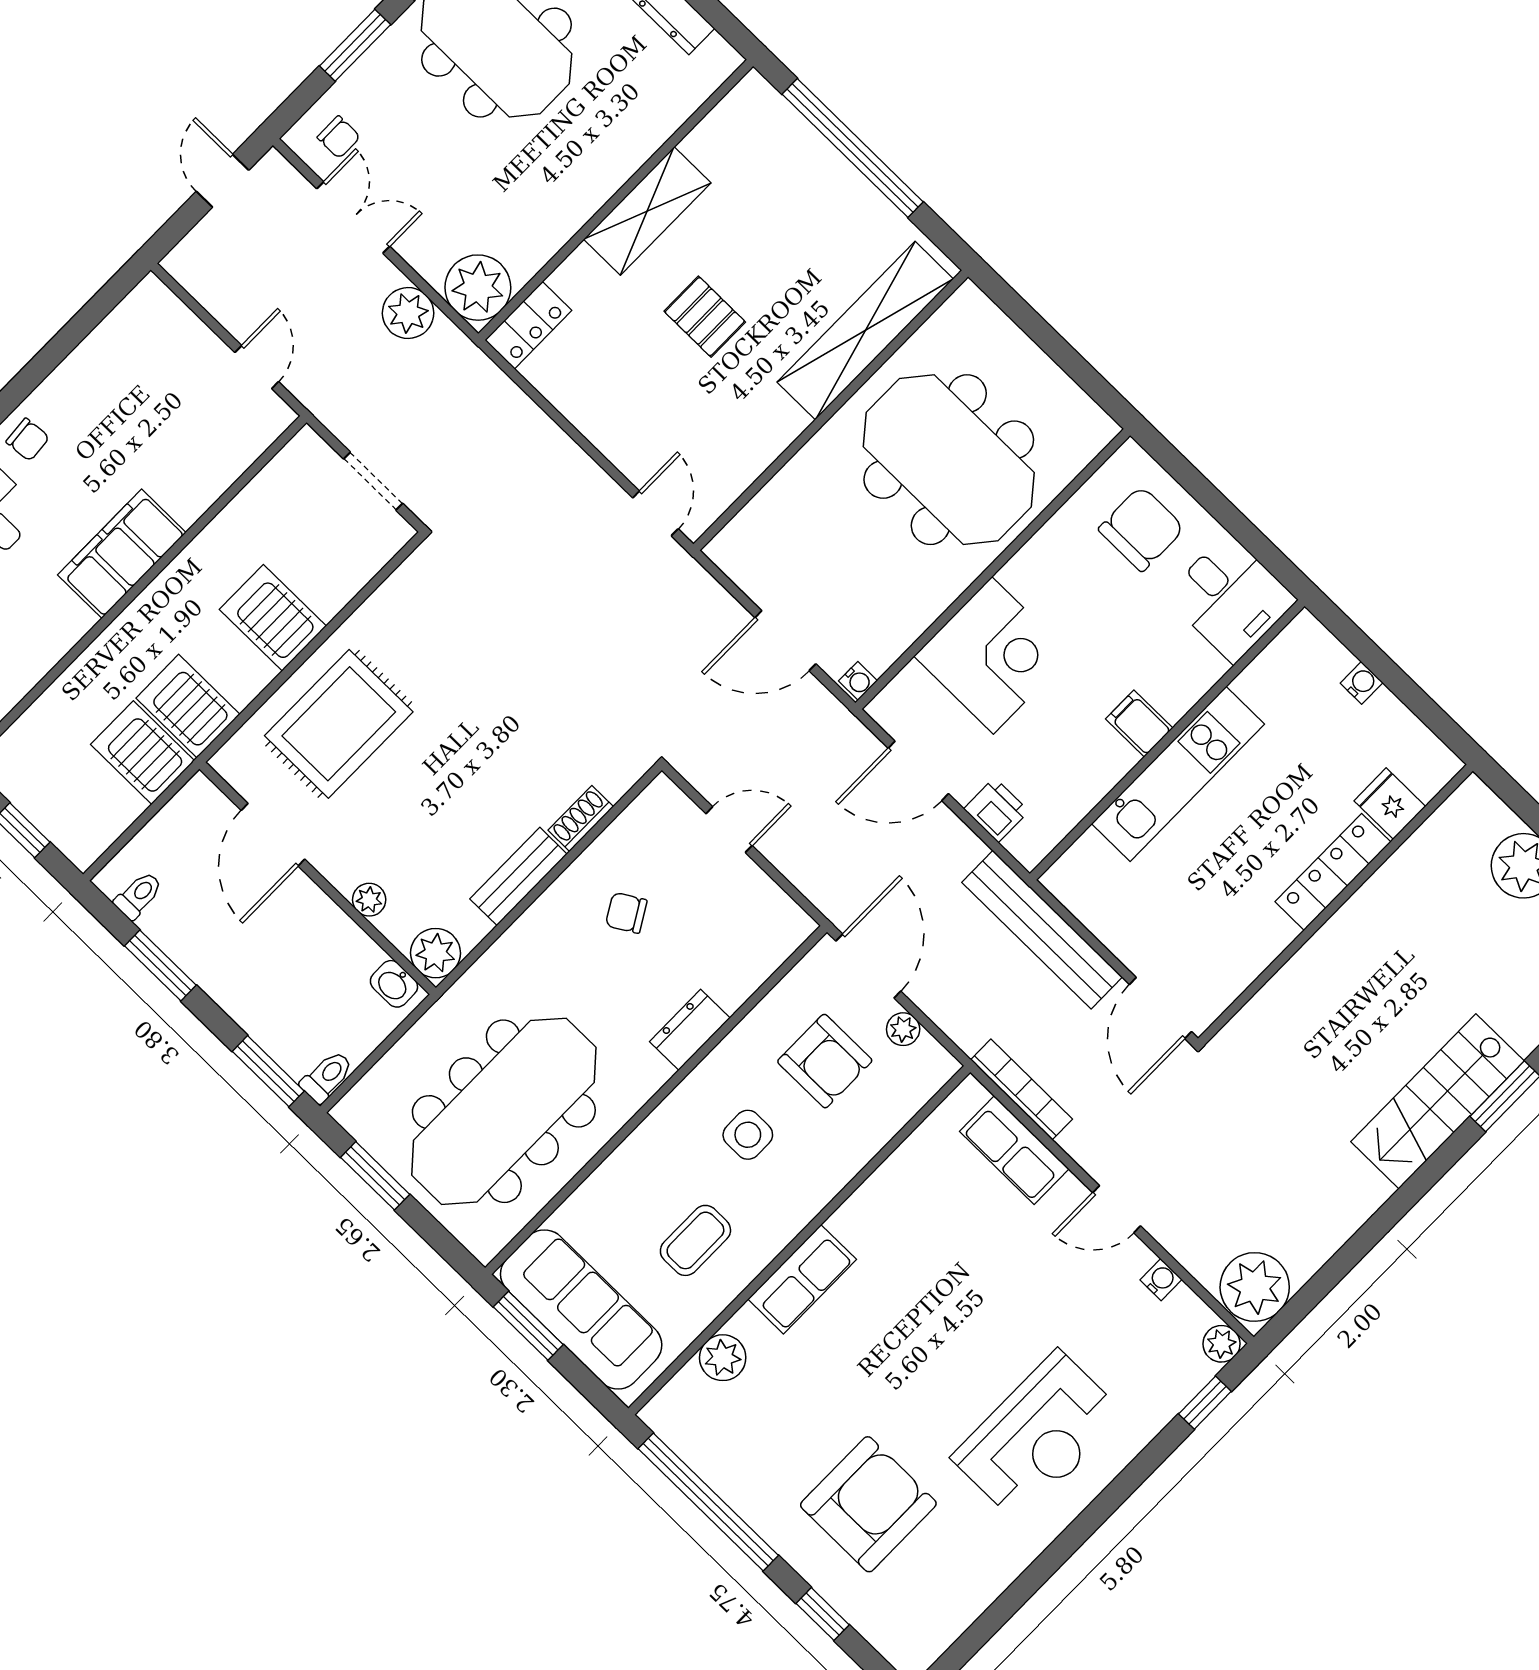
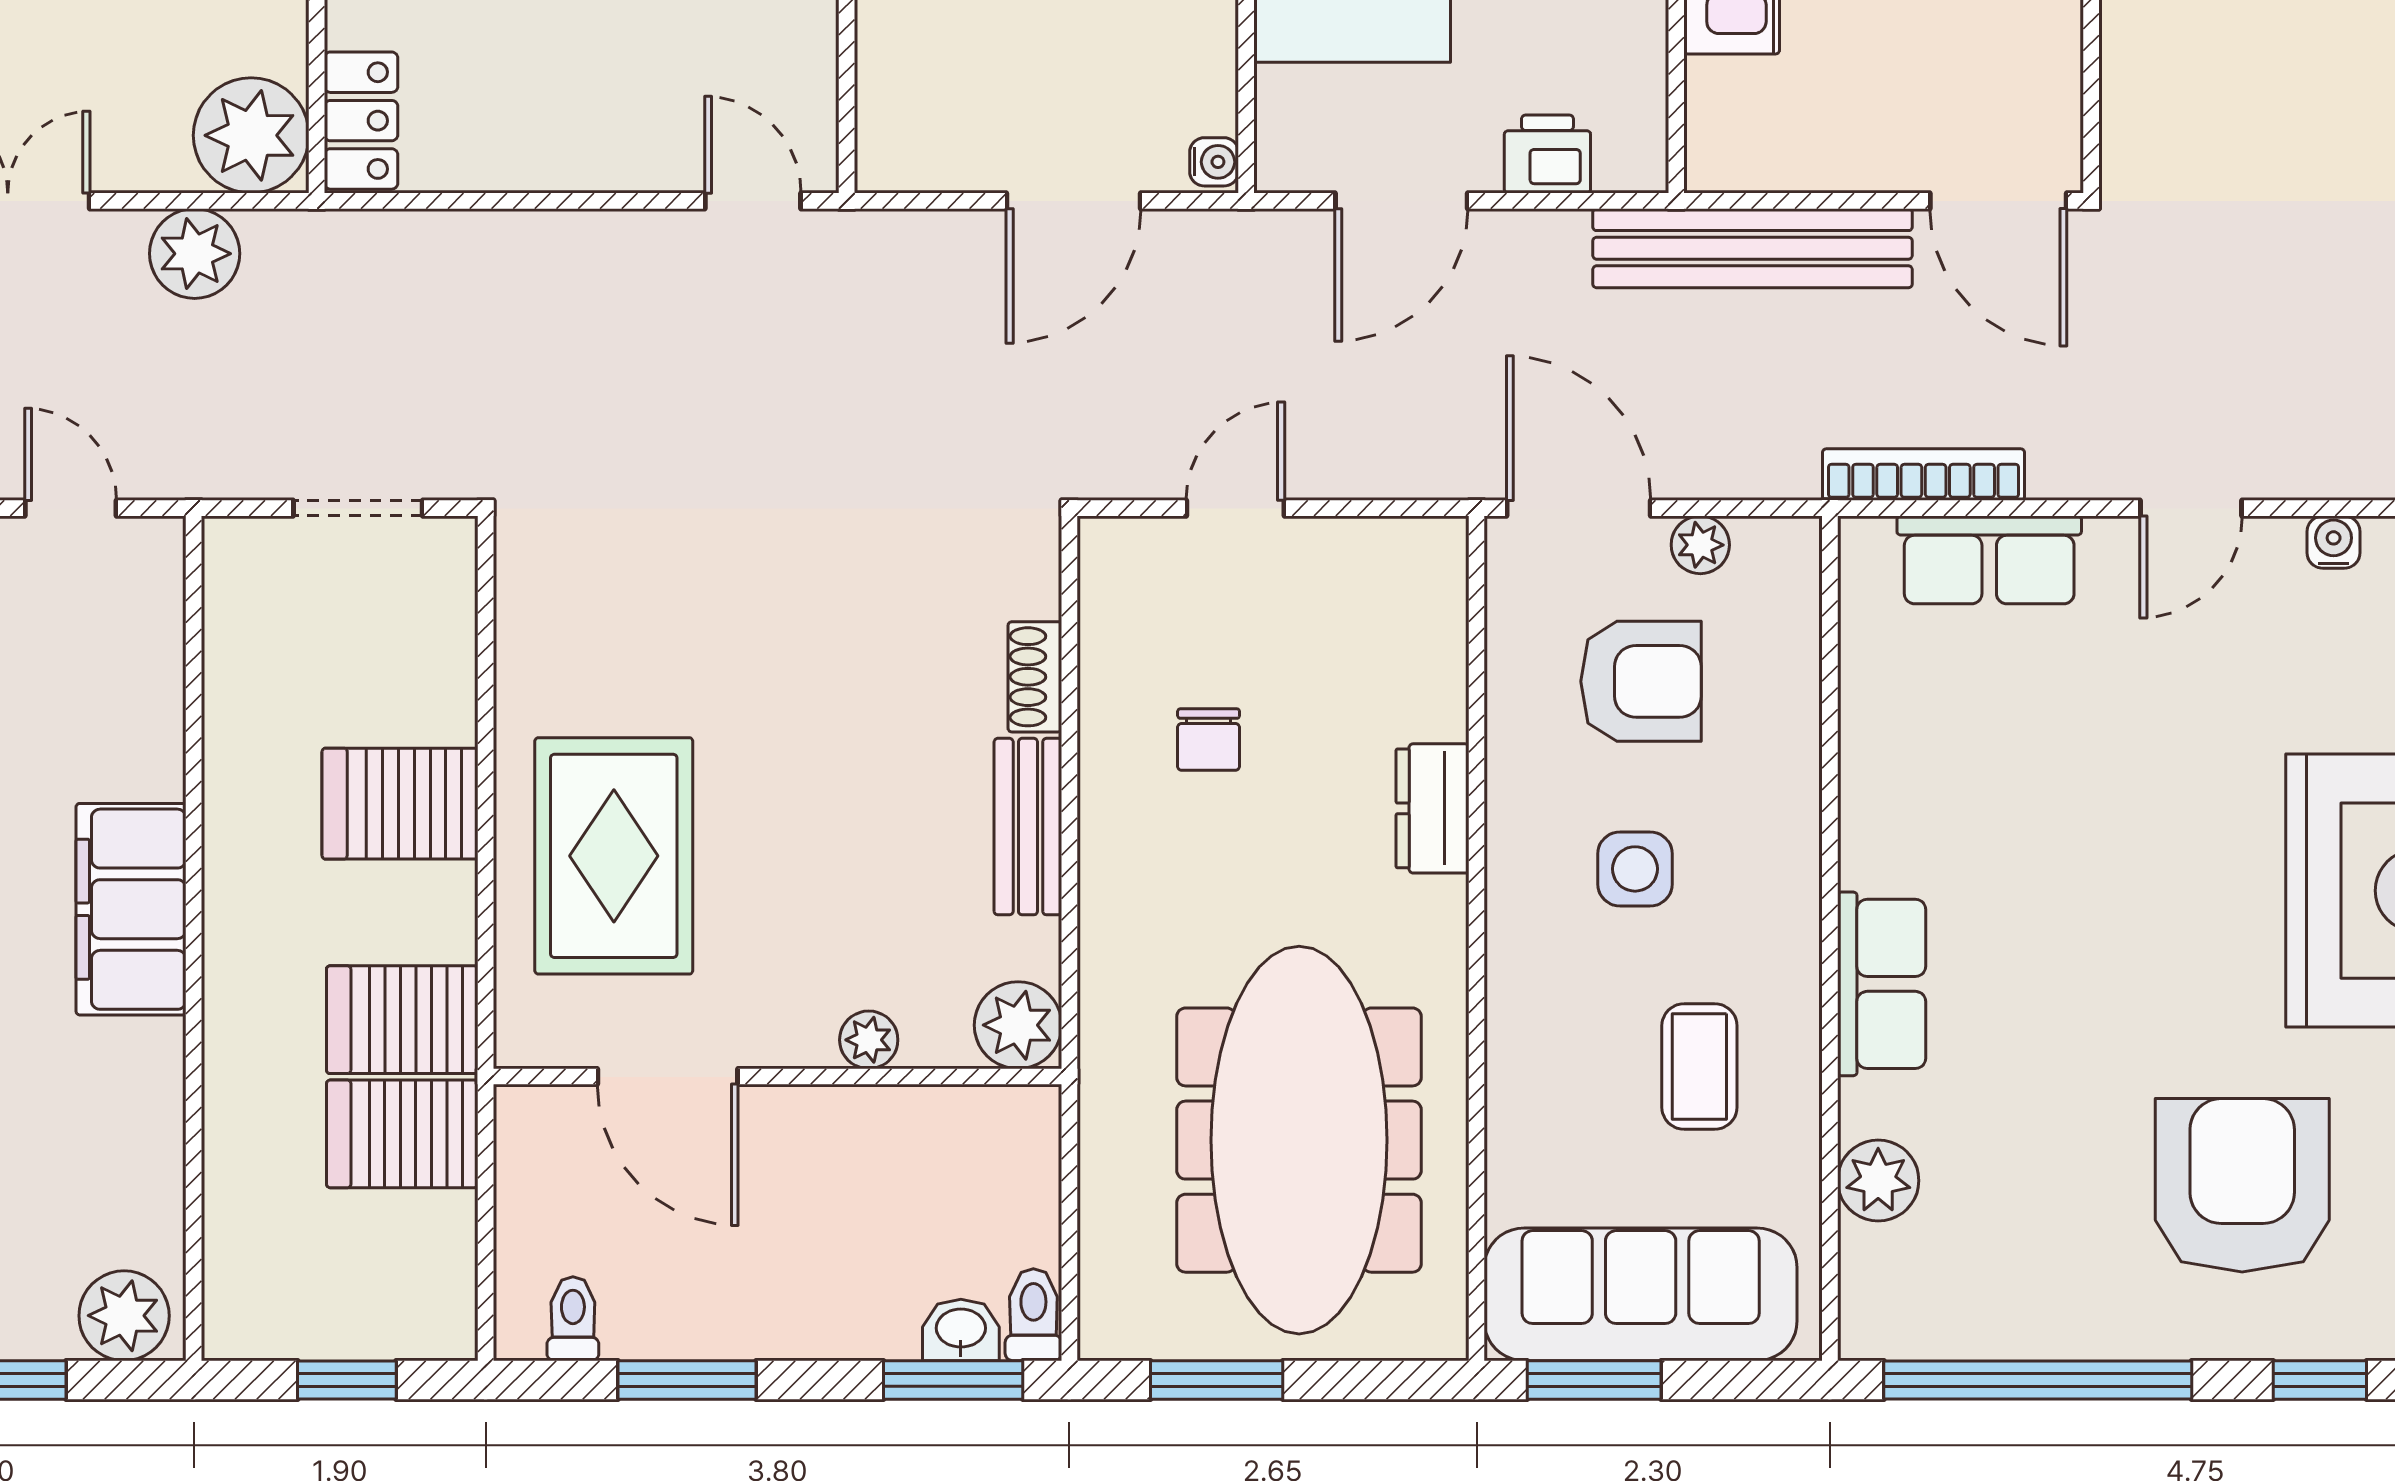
chair: (626, 913) -> (1209, 739), turned -59
washbasin: (394, 984) -> (961, 1330), moved, turned 180

